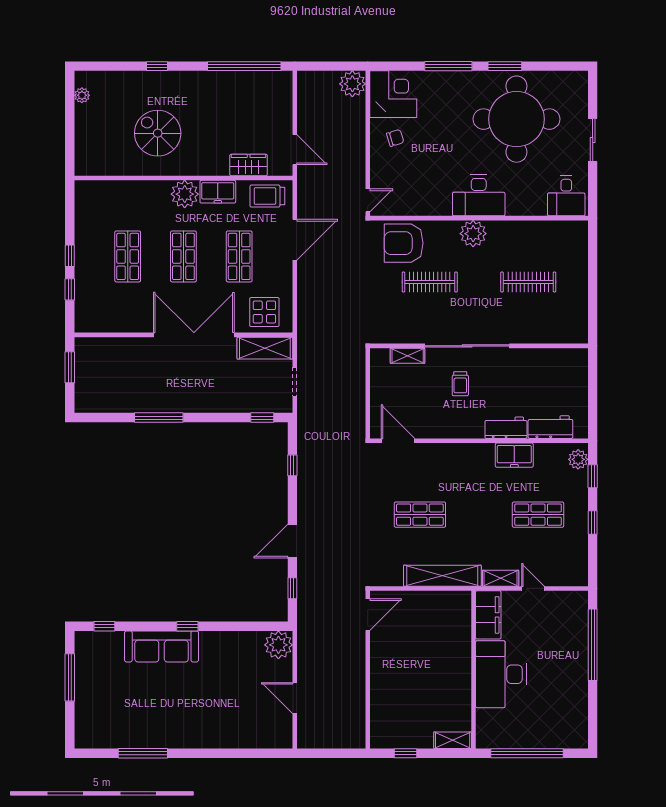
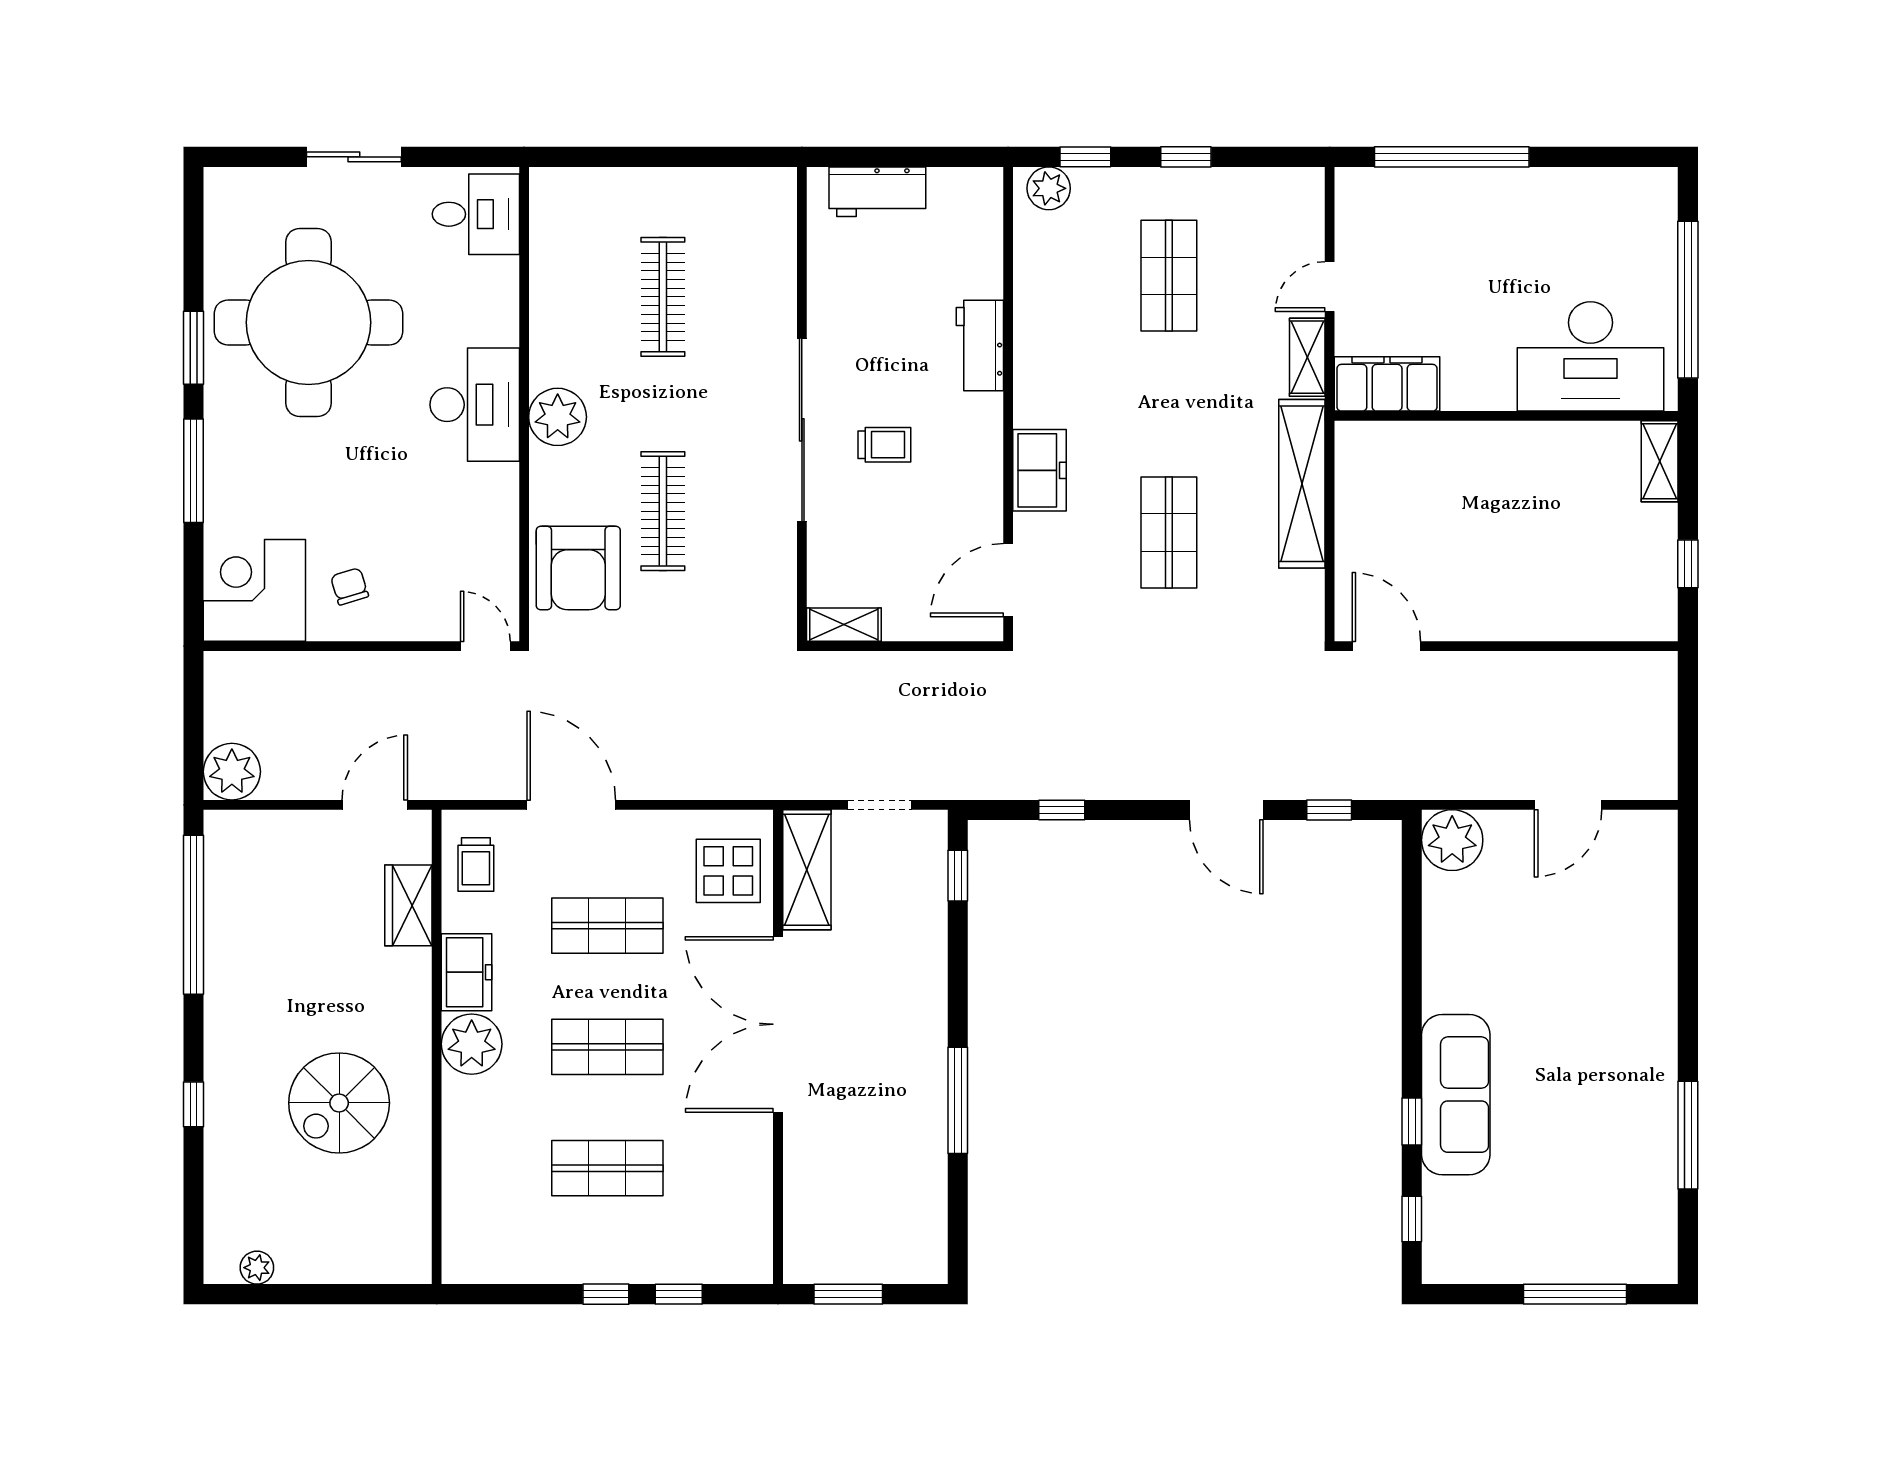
plant: (352, 84) -> (232, 772), moved
trolley: (267, 196) -> (476, 864), width x0.73, depth x0.72
shelving: (408, 356) -> (844, 625), moved, turned 90
workbench: (550, 427) -> (877, 192), moved, turned -90
freezer: (514, 455) -> (1039, 470), moved
window: (187, 626) -> (1412, 1121), moved
desk: (501, 674) -> (1590, 356), moved
window: (70, 677) -> (1575, 1294), moved

